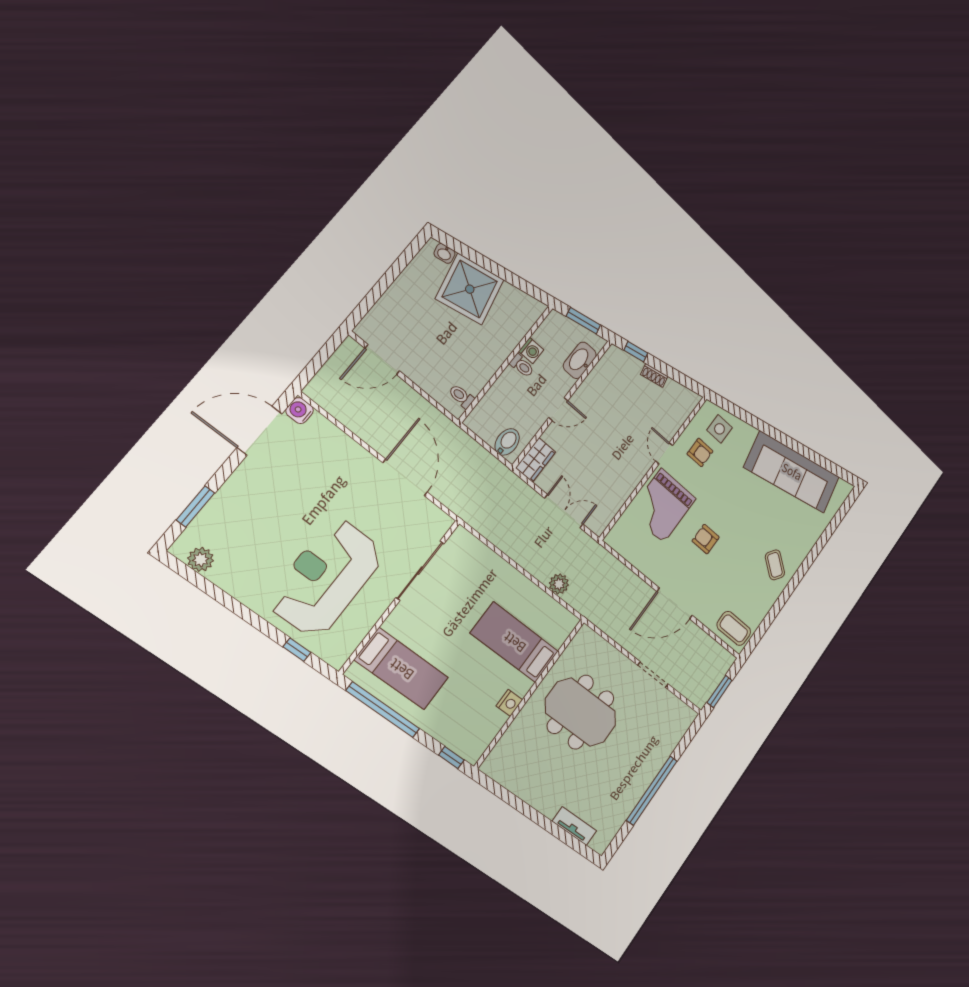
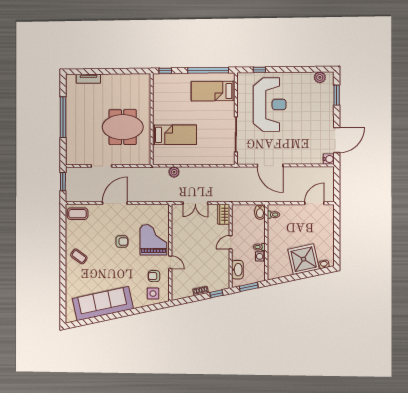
bidet: (507, 442) -> (260, 212), moved
nightstand: (509, 703) -> (157, 109), removed

